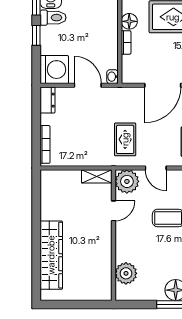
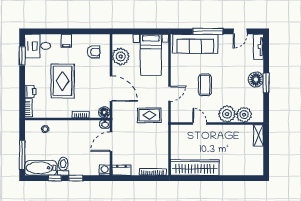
floor lamp: (129, 21) -> (104, 112), moved
washing machine: (54, 70) -> (105, 170), width x0.53, depth x0.53
shelving: (97, 176) -> (258, 135), moved
plant: (127, 181) -> (227, 114), moved
wardrobe: (51, 255) -> (195, 167), moved

